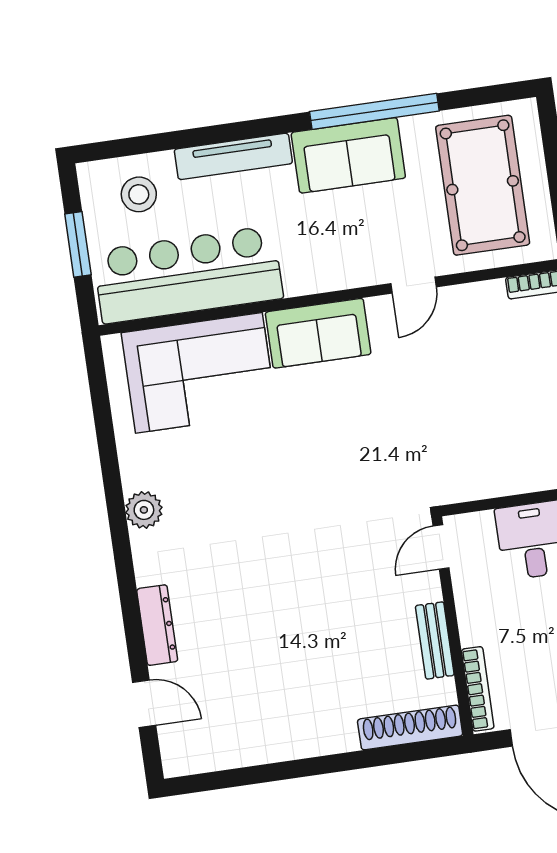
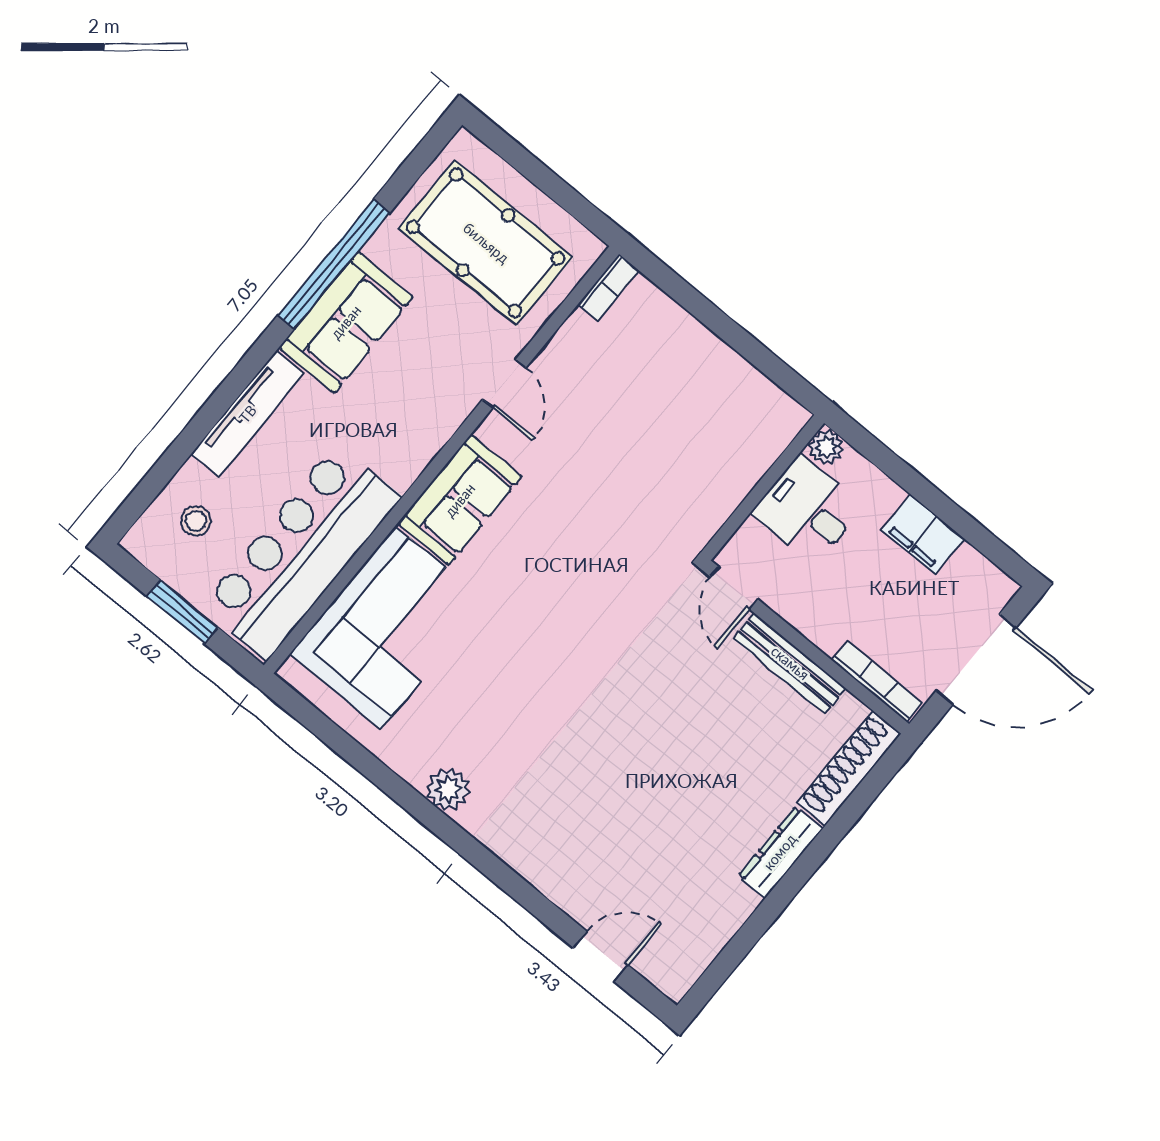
stool: (139, 194) -> (196, 521), width x0.73, depth x0.73
dresser: (157, 625) -> (780, 852), moved, turned -90
bench: (435, 640) -> (790, 663), width x1.36

